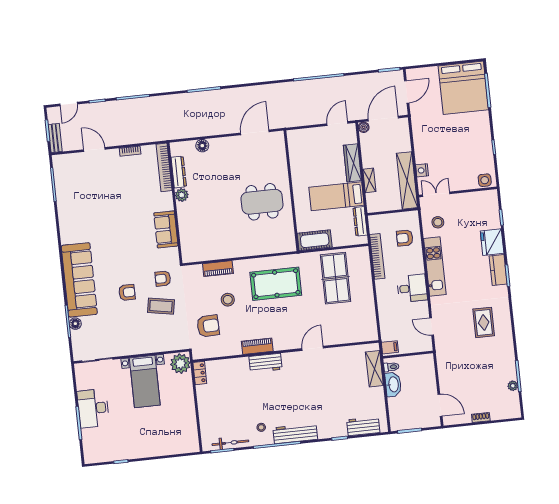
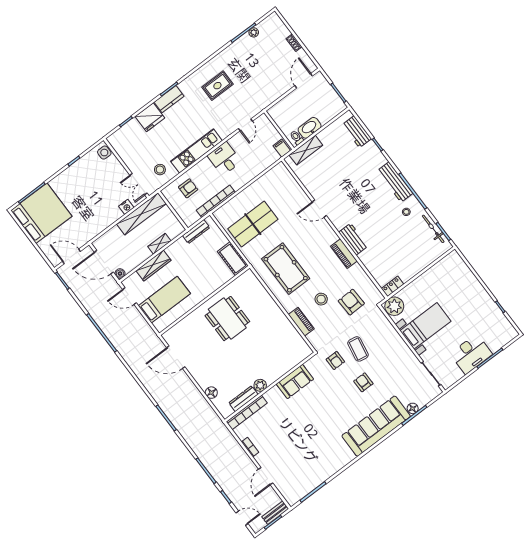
bed: (336, 196) -> (164, 300), moved, turned -90
armchair: (405, 238) -> (188, 188), turned -90

